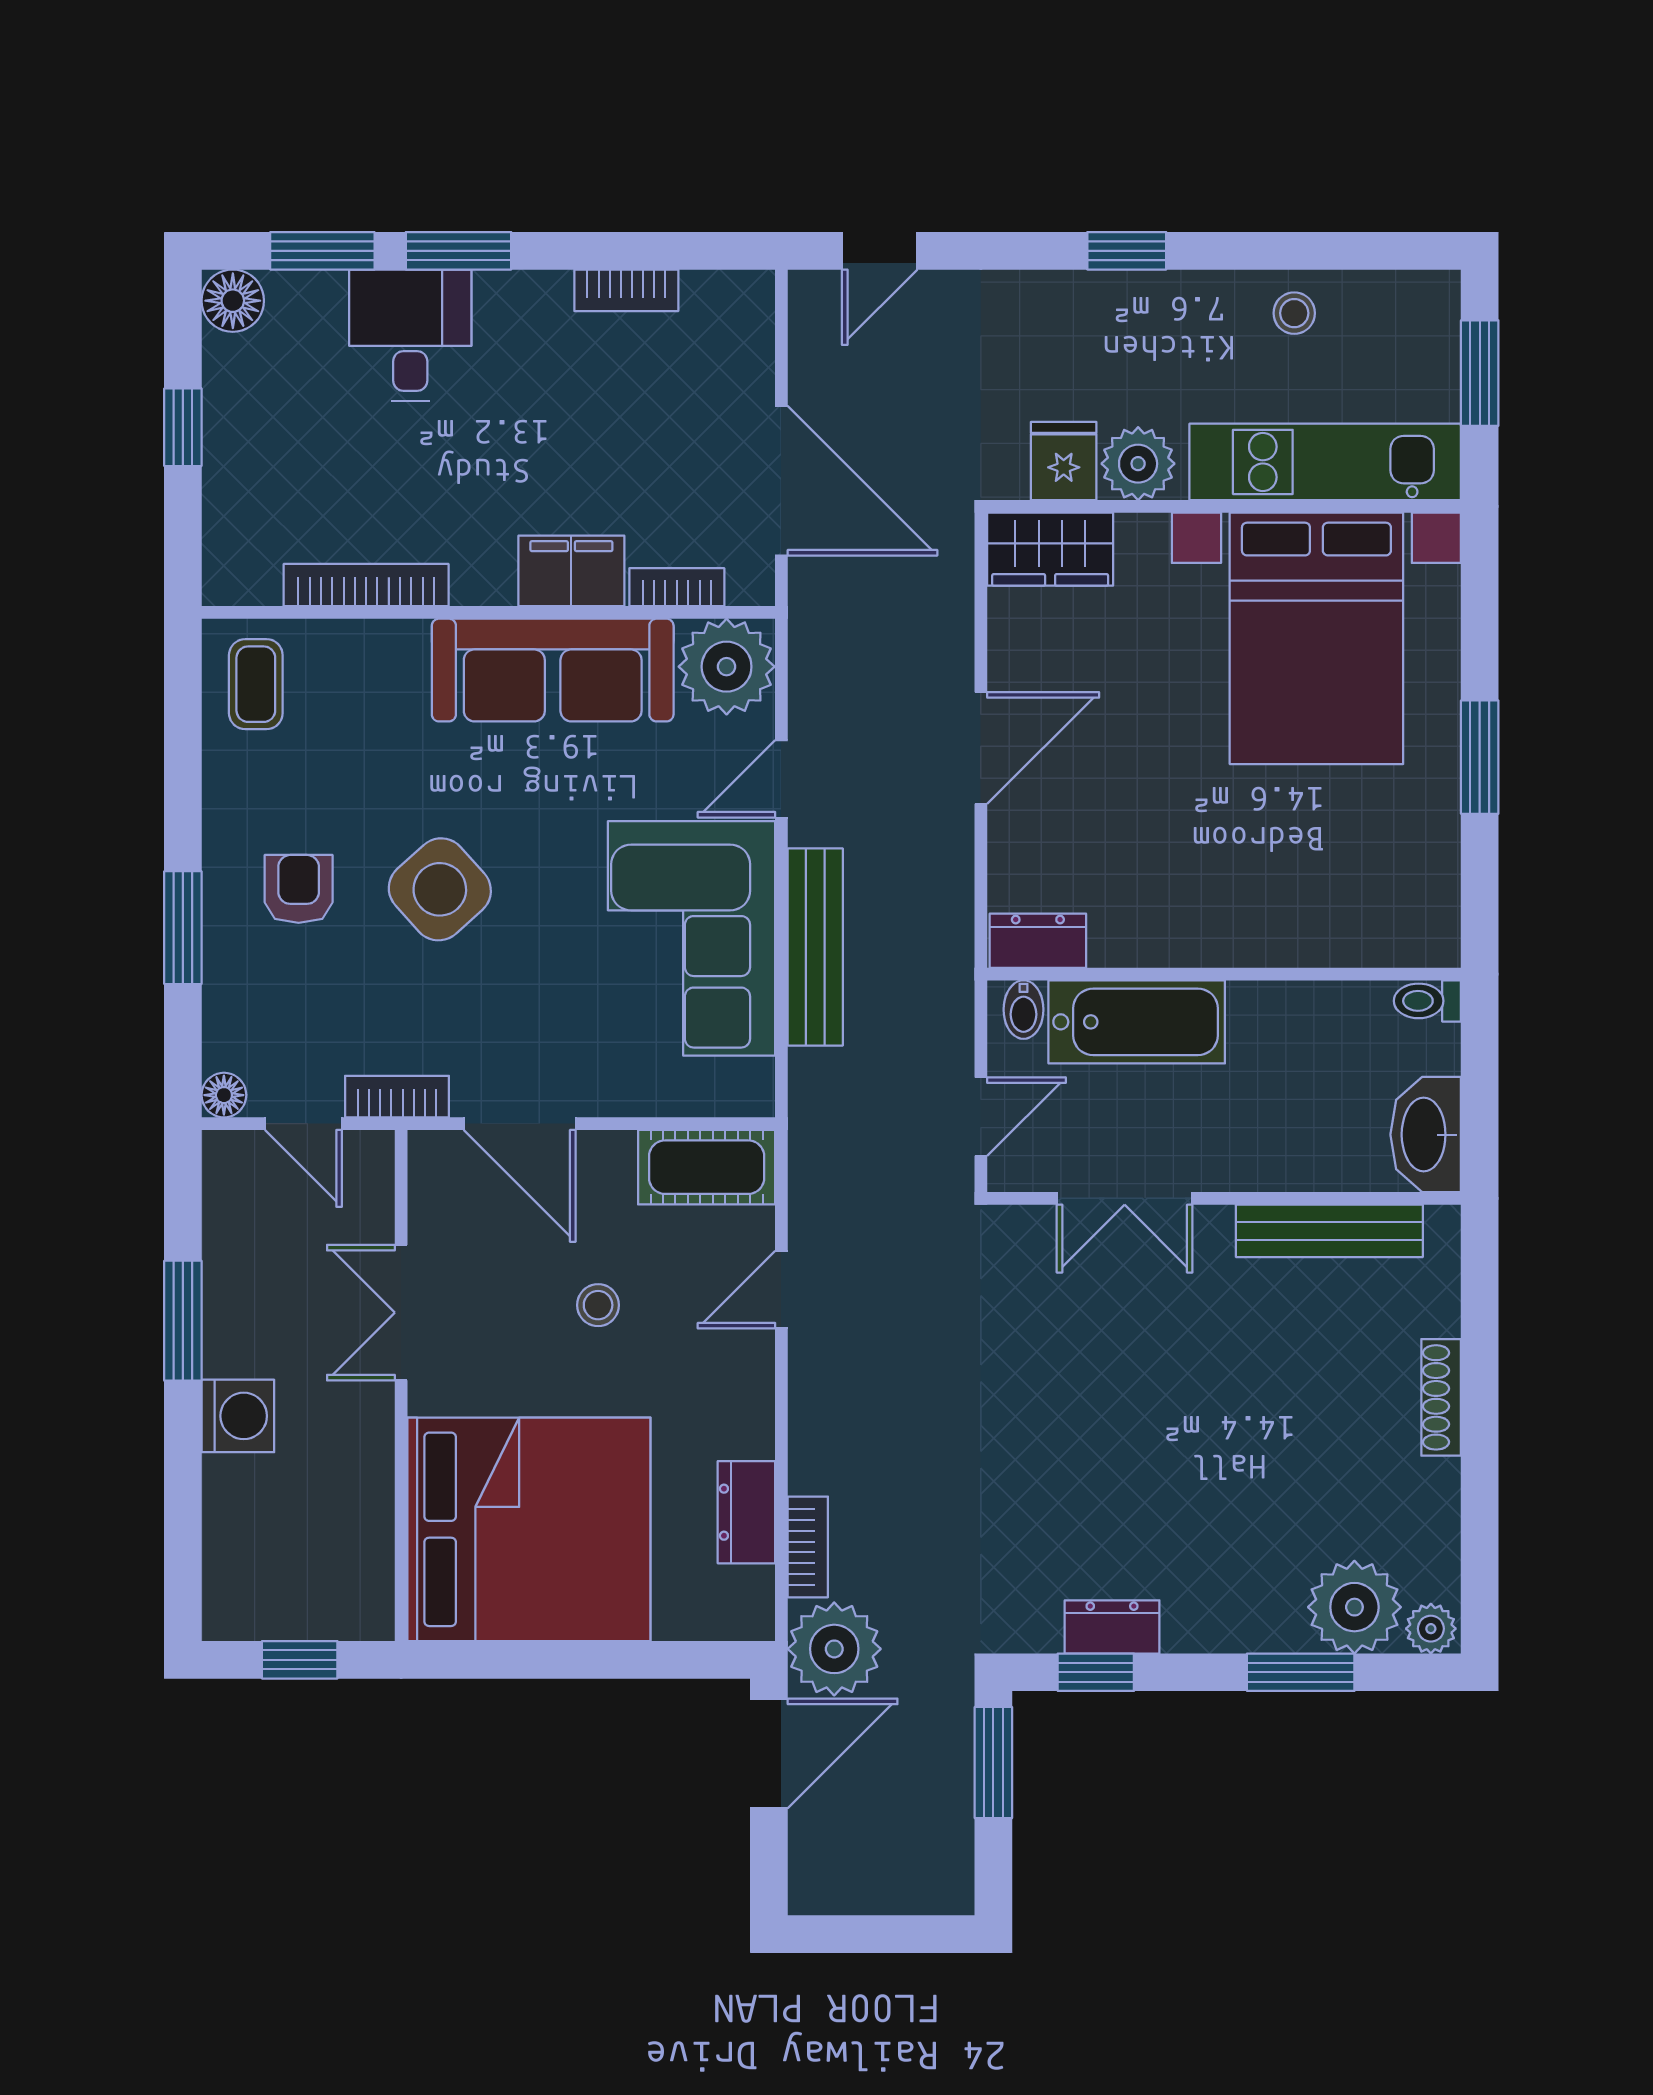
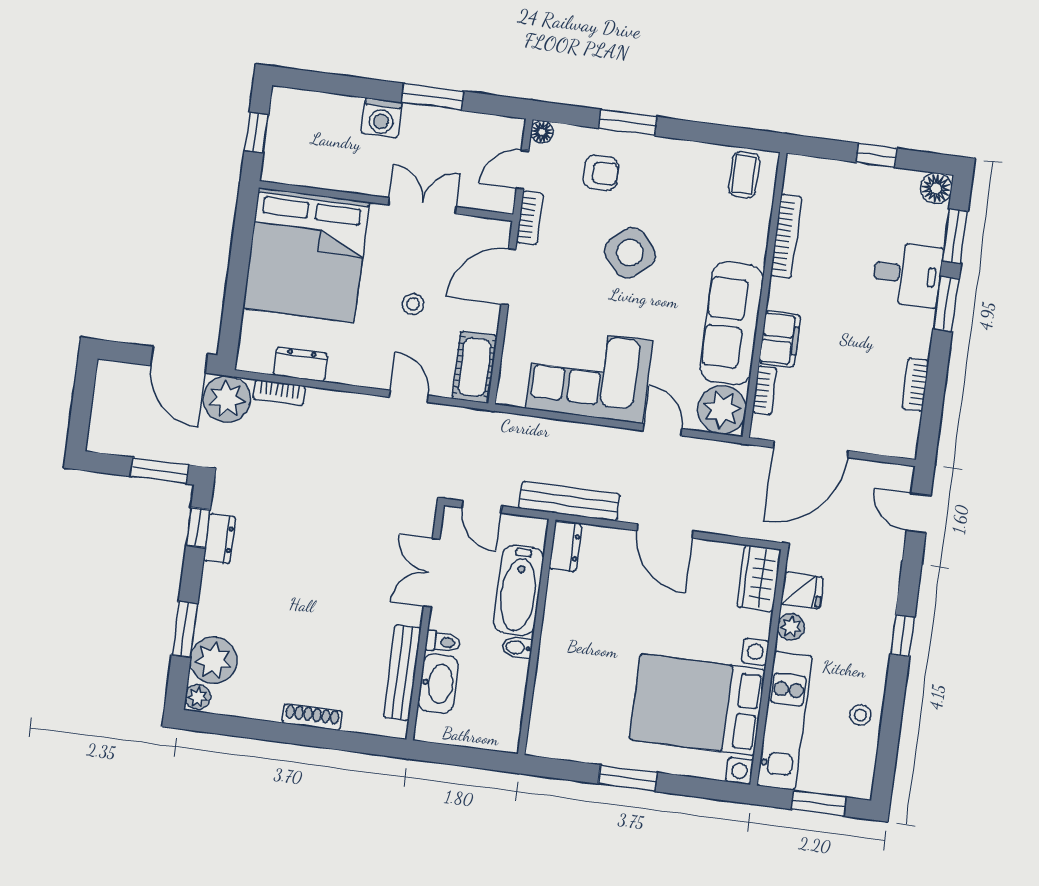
plant: (1138, 464) -> (791, 627), width x0.73, depth x0.73
coffee table: (256, 684) -> (744, 175), turned 90
armchair: (299, 889) -> (601, 173), moved
bench: (815, 947) -> (569, 501), moved
toilet: (1427, 1001) -> (443, 642), moved, turned 90
bidet: (1024, 1010) -> (517, 647), moved
washbasin: (1426, 1135) -> (438, 684), moved, turned 90

